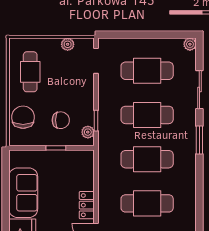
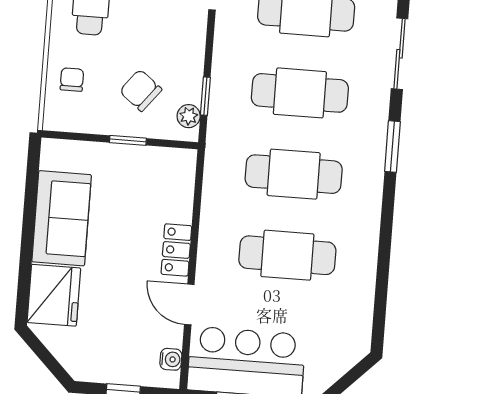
chair: (23, 117) -> (72, 80), width x0.54, depth x0.54
chair: (61, 120) -> (141, 90), turned -142

